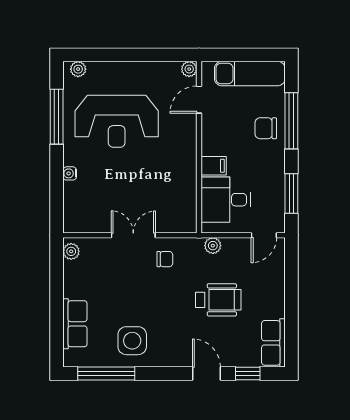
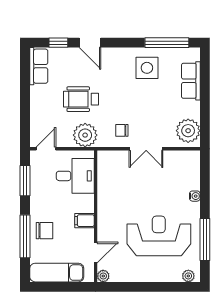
filing cabinet: (214, 166) -> (84, 221), moved
plant: (213, 246) -> (85, 135), width x1.88, depth x1.88
plant: (71, 251) -> (188, 131), width x1.87, depth x1.87

